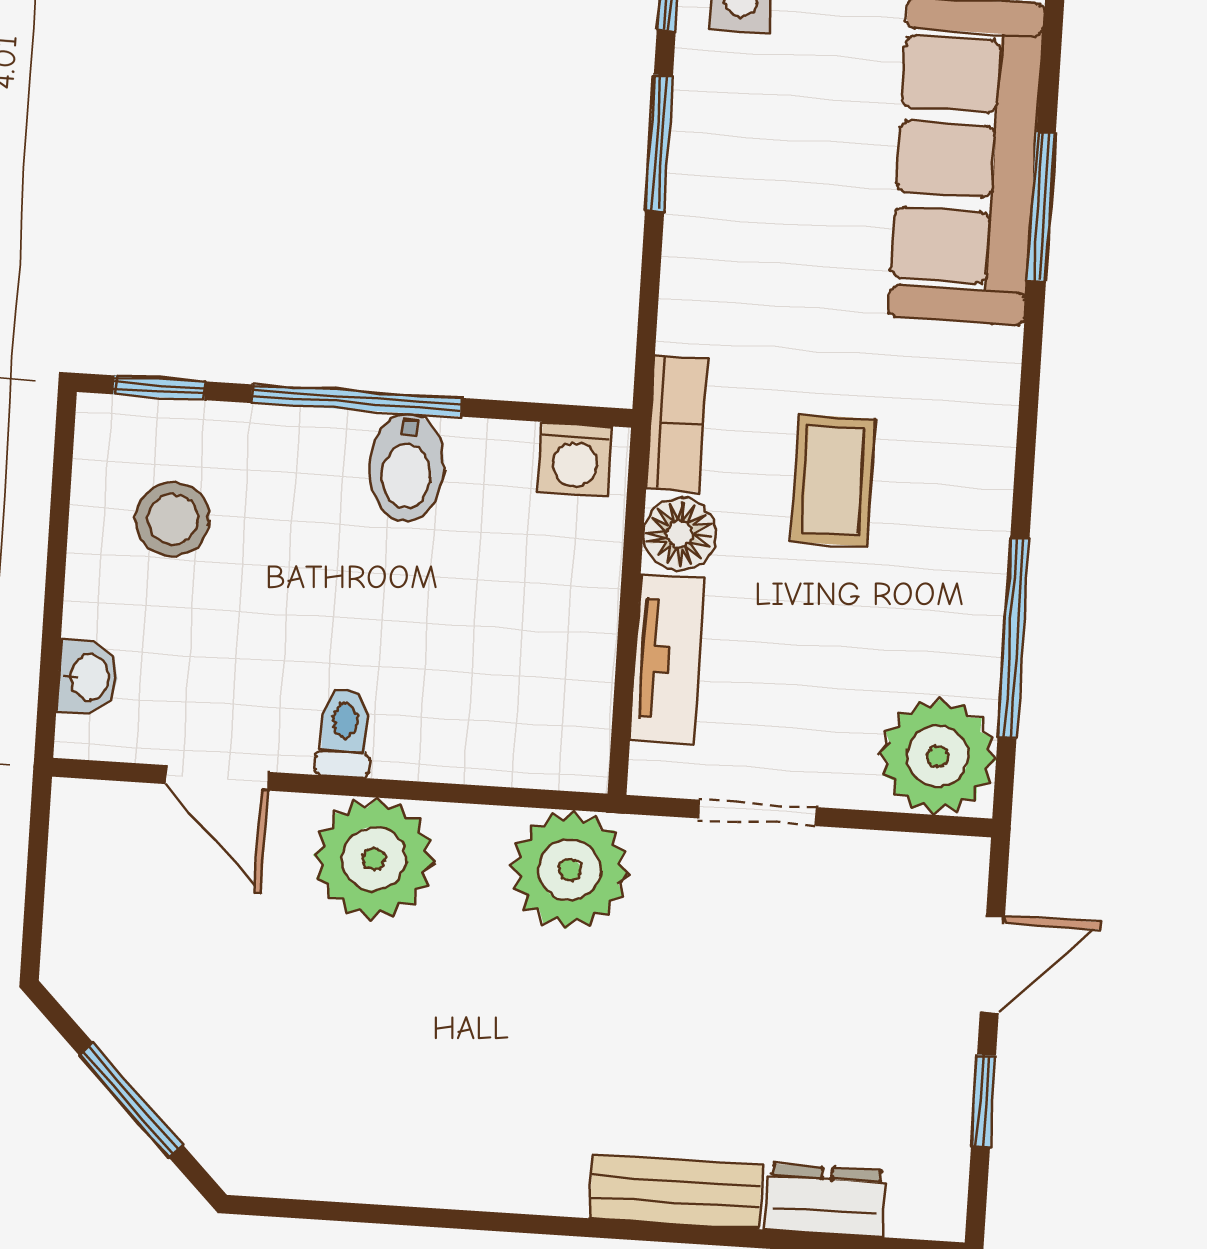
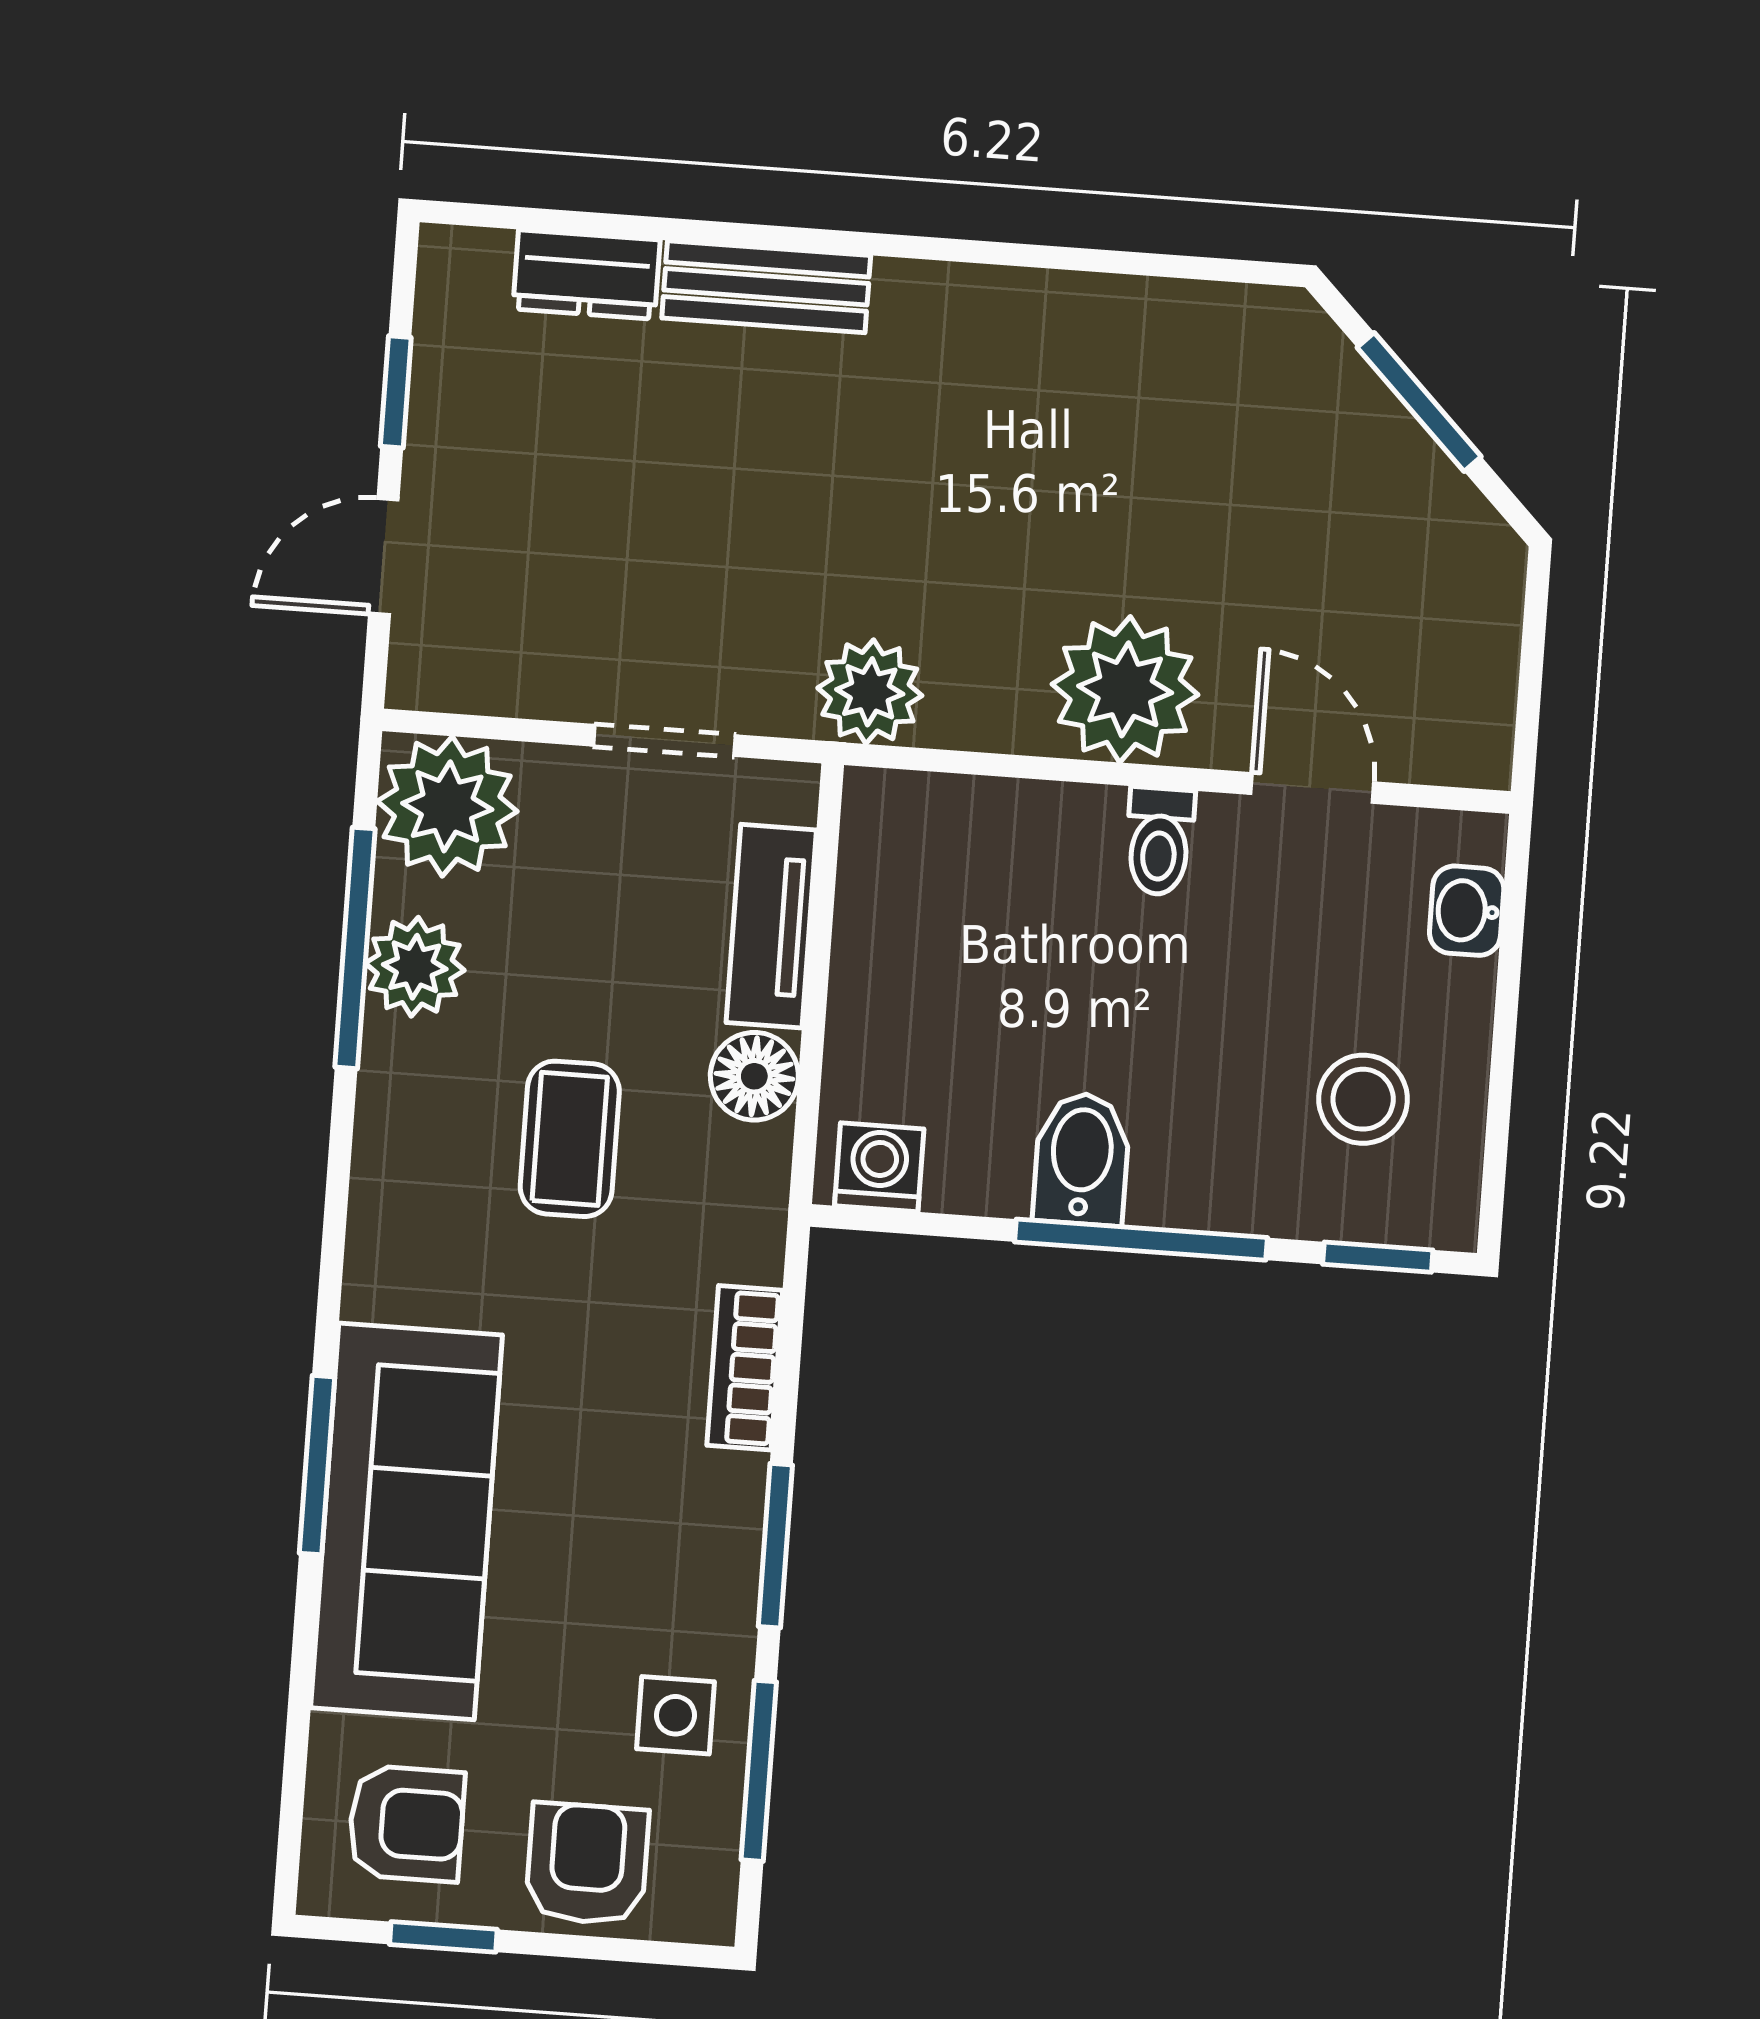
bookcase: (677, 424) -> (745, 1368), moved
plant: (964, 623) -> (415, 967), added
plant: (570, 870) -> (870, 692), width x0.73, depth x0.73

